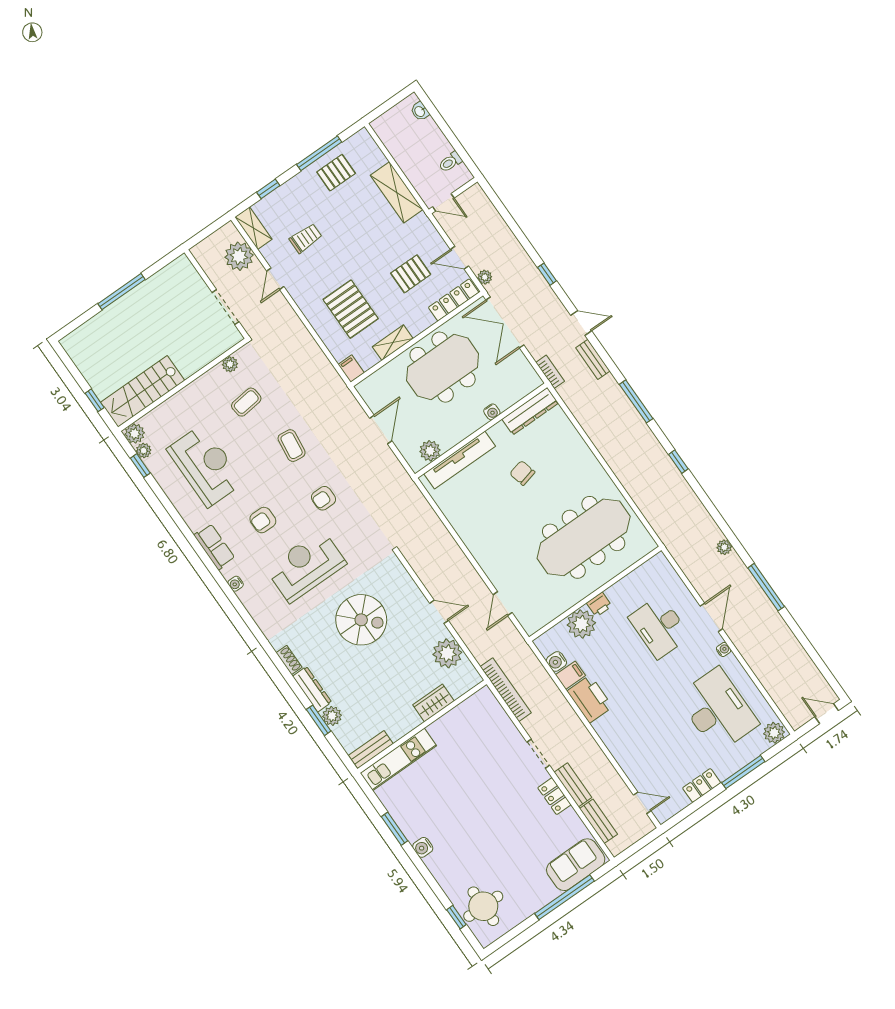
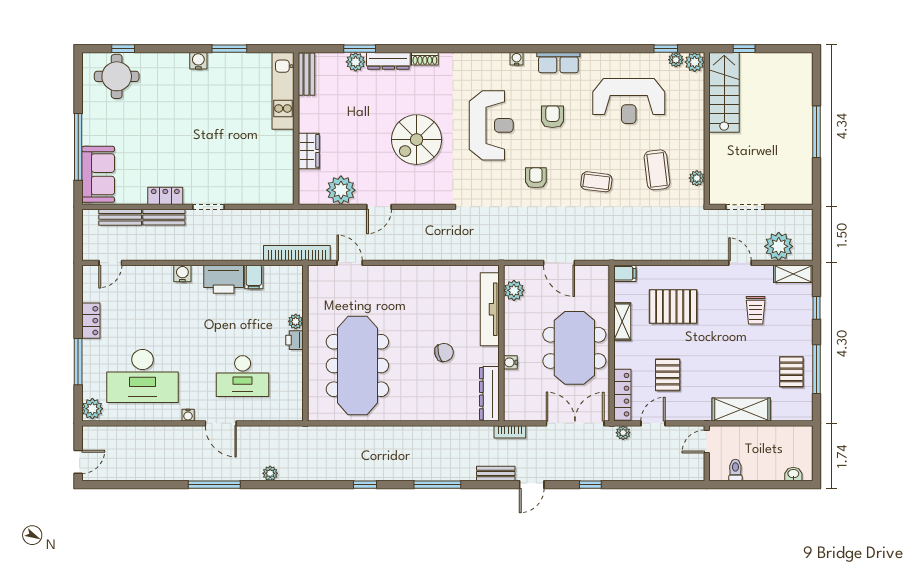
coffee table: (246, 402) -> (657, 170), width x1.36, depth x1.30
plant: (581, 624) -> (296, 321), width x0.53, depth x0.53
desk: (659, 627) -> (243, 376), turned 180
water cooler: (556, 661) -> (182, 274), moved
bookcase: (506, 690) -> (297, 253), moved, turned 180

